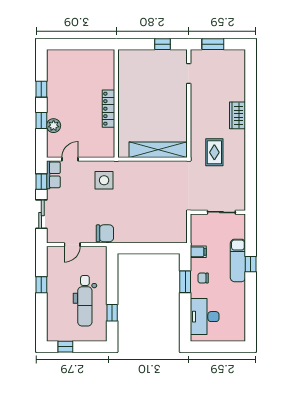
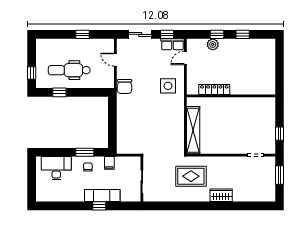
locker: (108, 109) -> (214, 89), moved
rug: (214, 152) -> (191, 176), width x1.36, depth x1.43
door: (70, 159) -> (185, 58), swing flipped
window: (65, 347) -> (32, 73), moved

